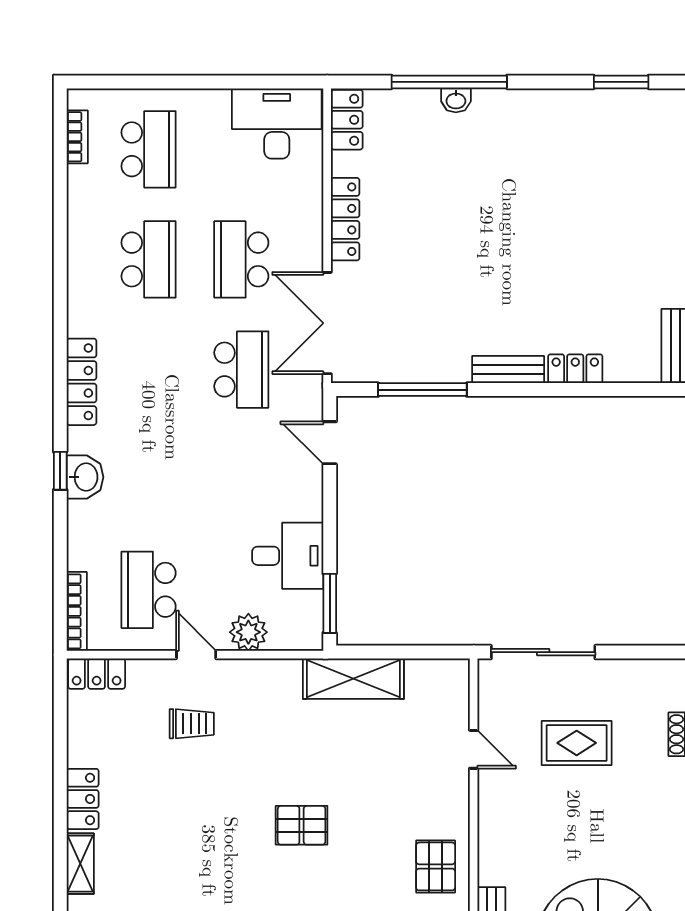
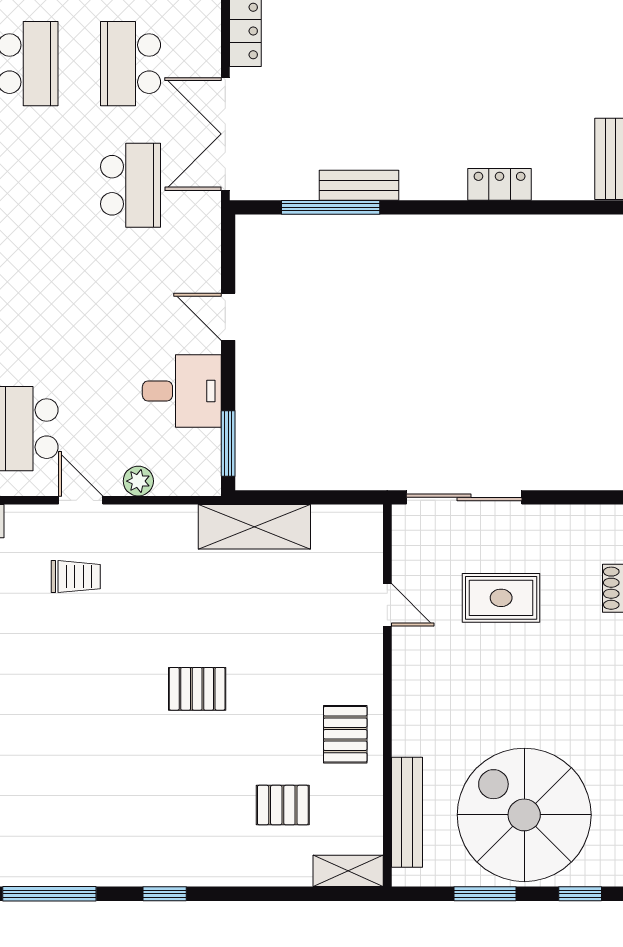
bench: (508, 370) -> (359, 185), moved
door: (330, 443) -> (228, 317), moved
plant: (248, 632) -> (138, 481), width x0.73, depth x0.73

